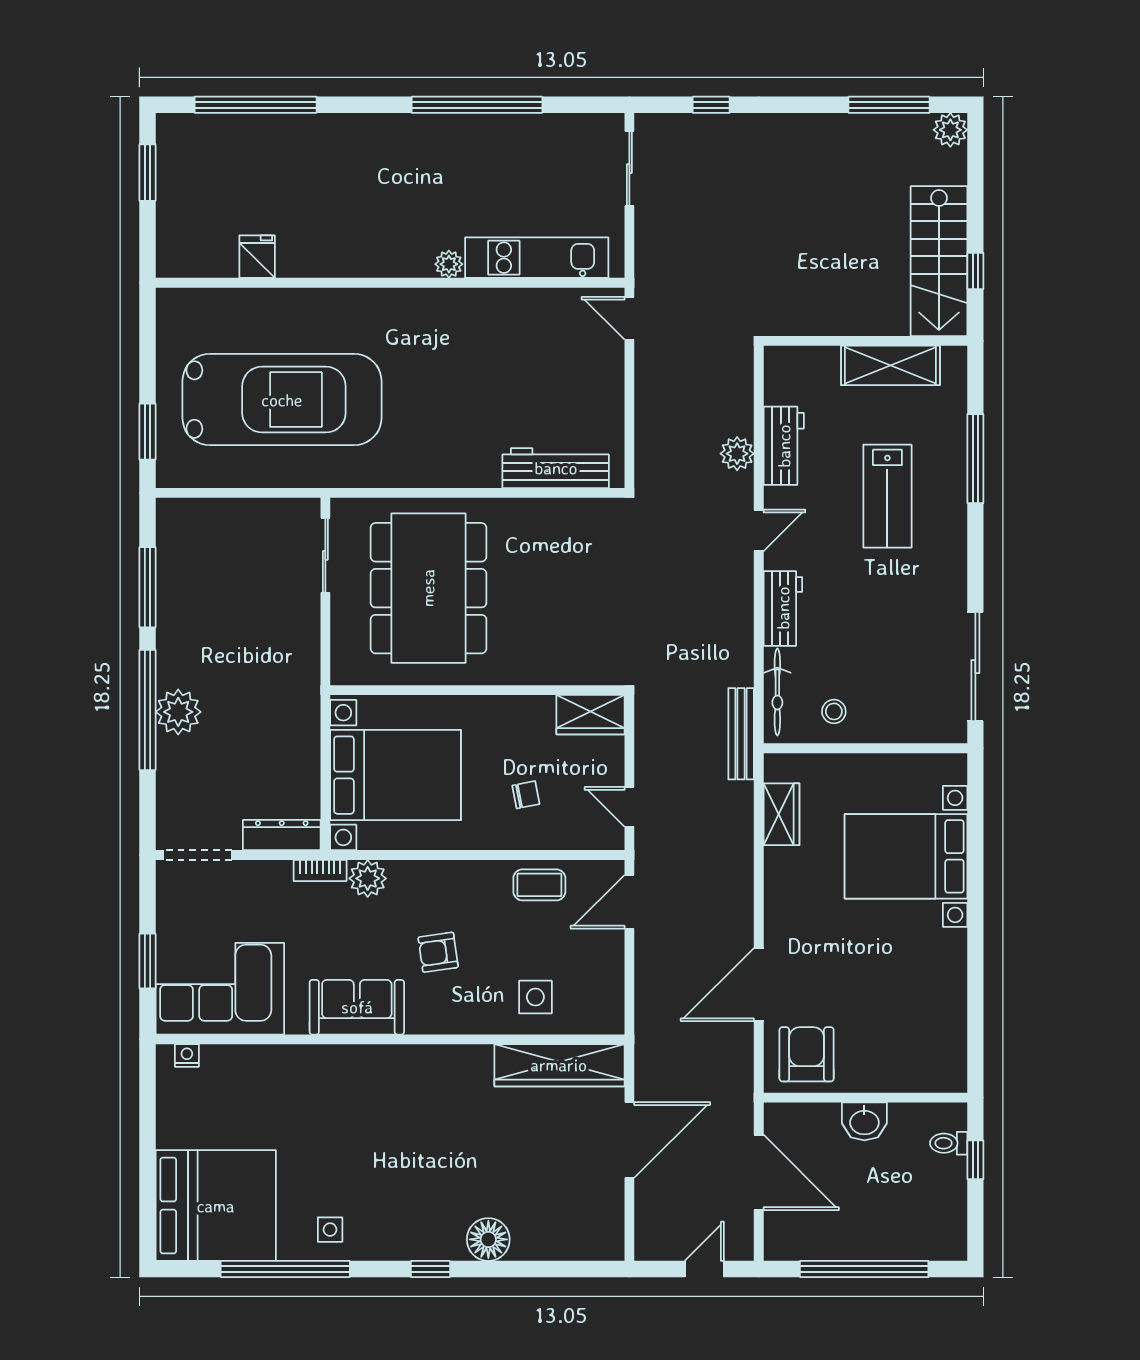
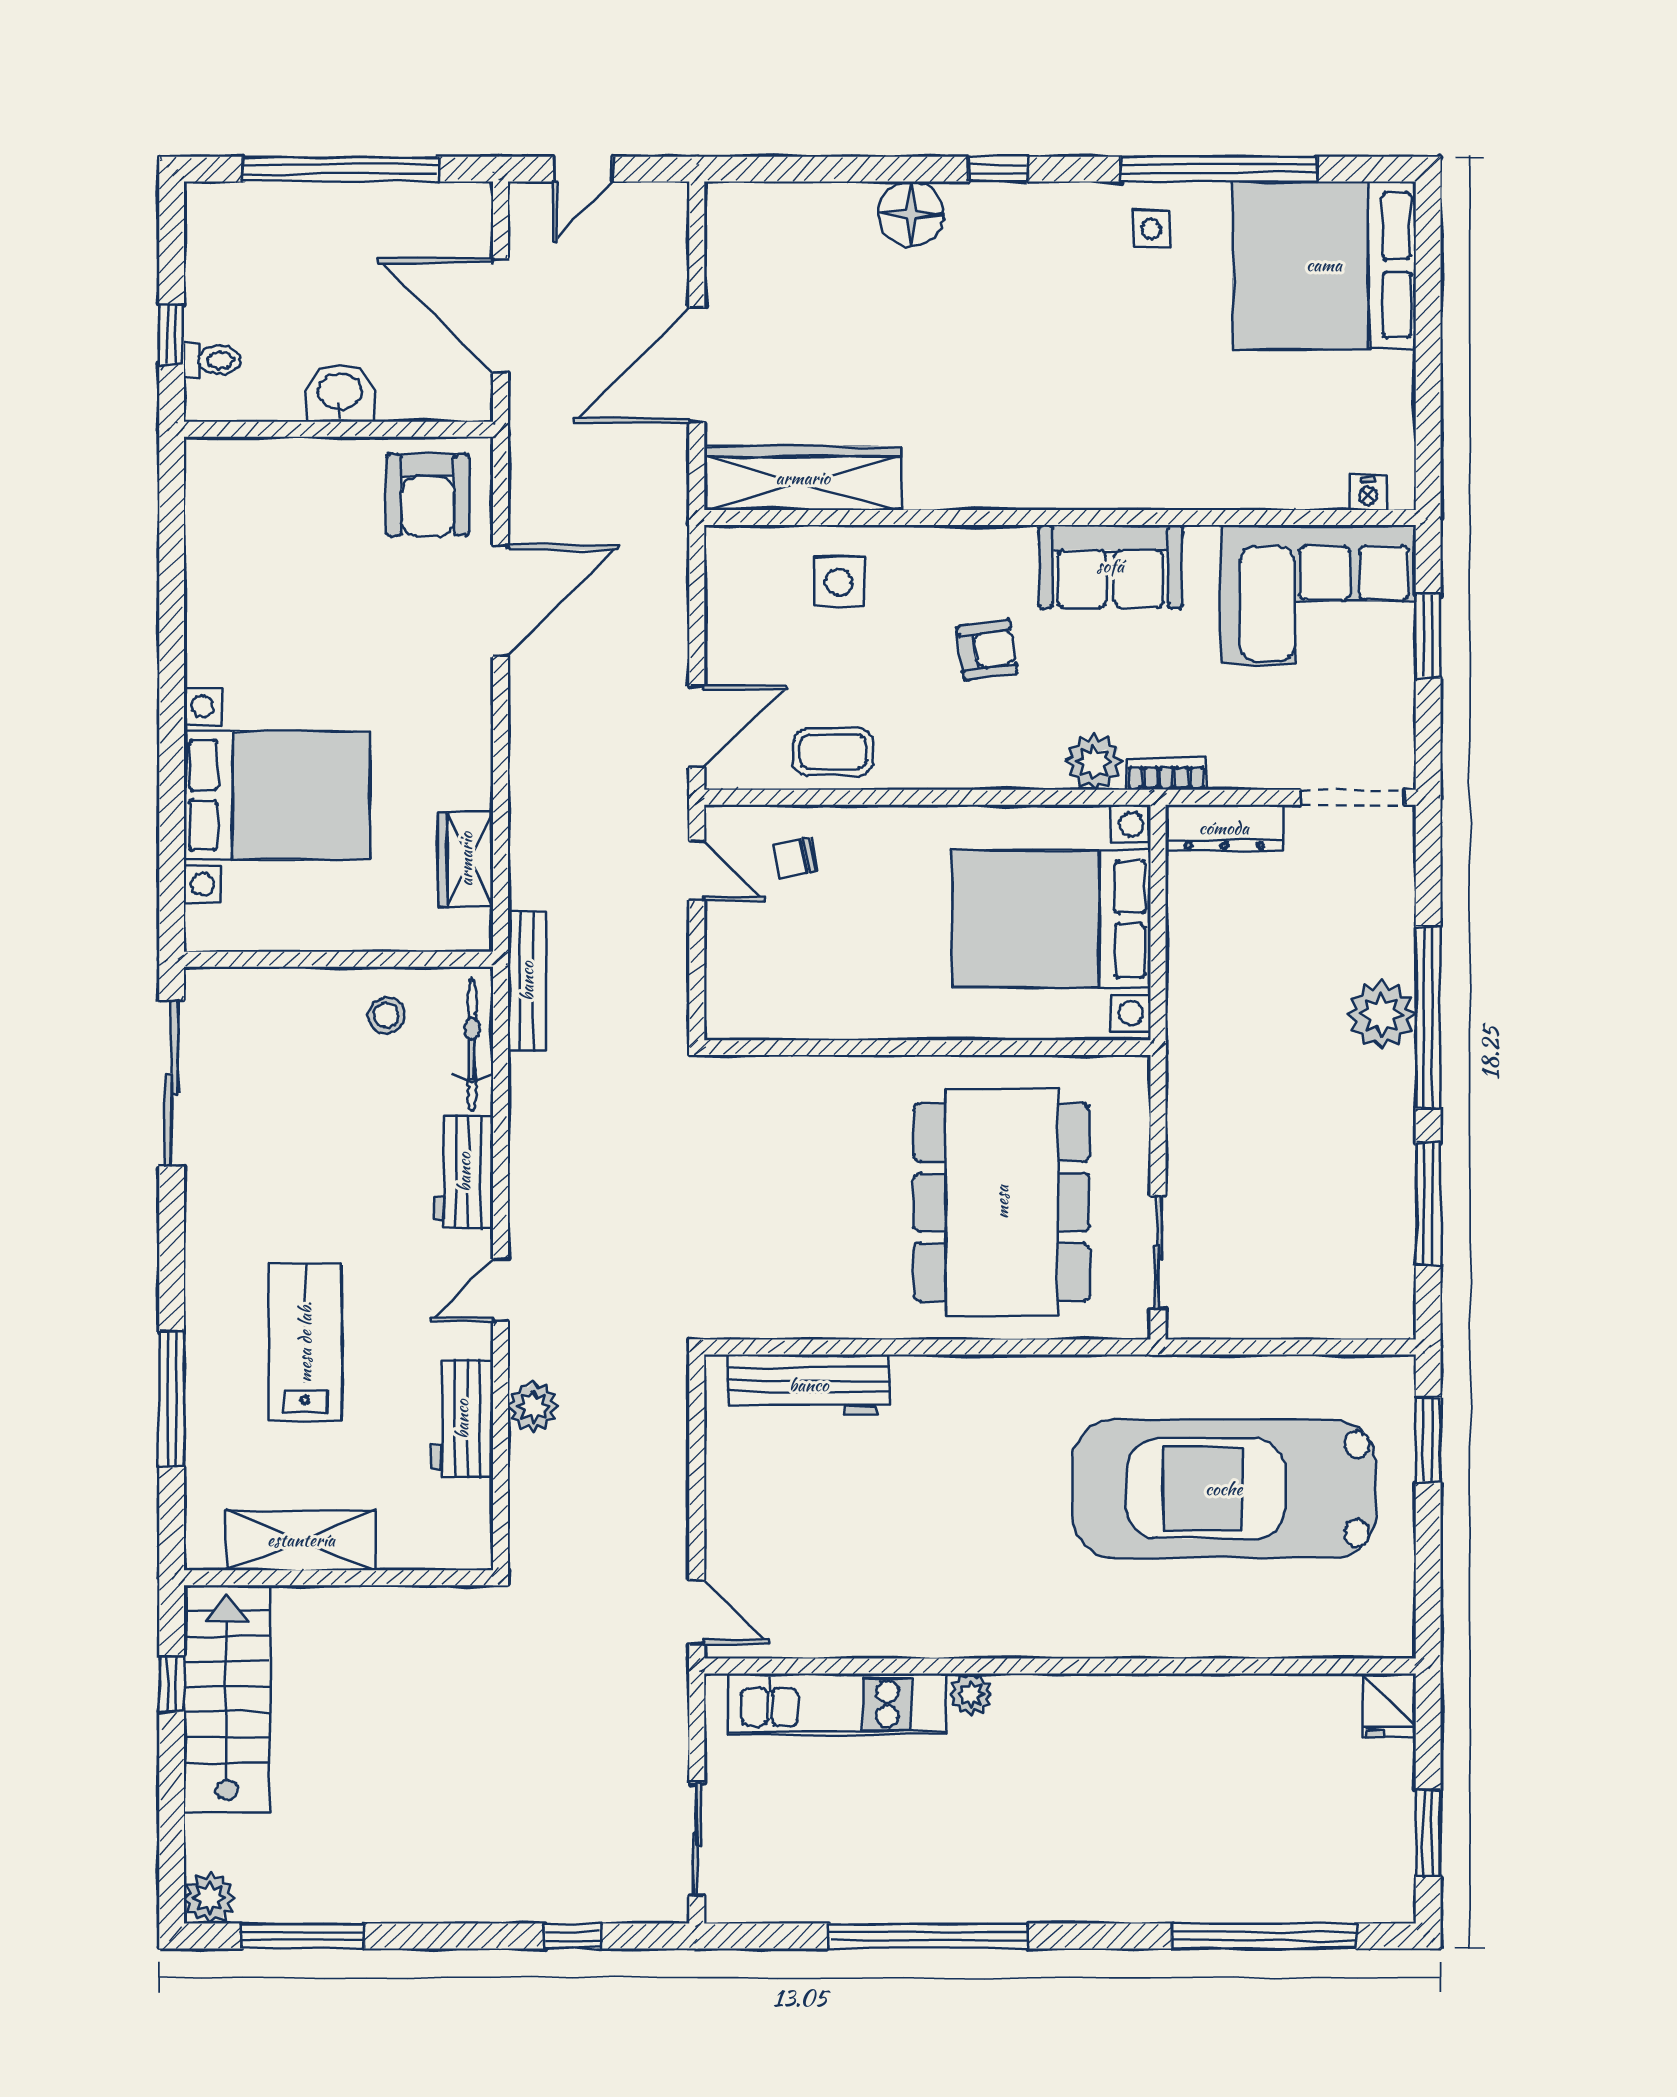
fridge: (257, 257) -> (1389, 1706), moved
wardrobe: (590, 715) -> (756, 1010), removed
chair: (526, 795) -> (795, 858), moved

